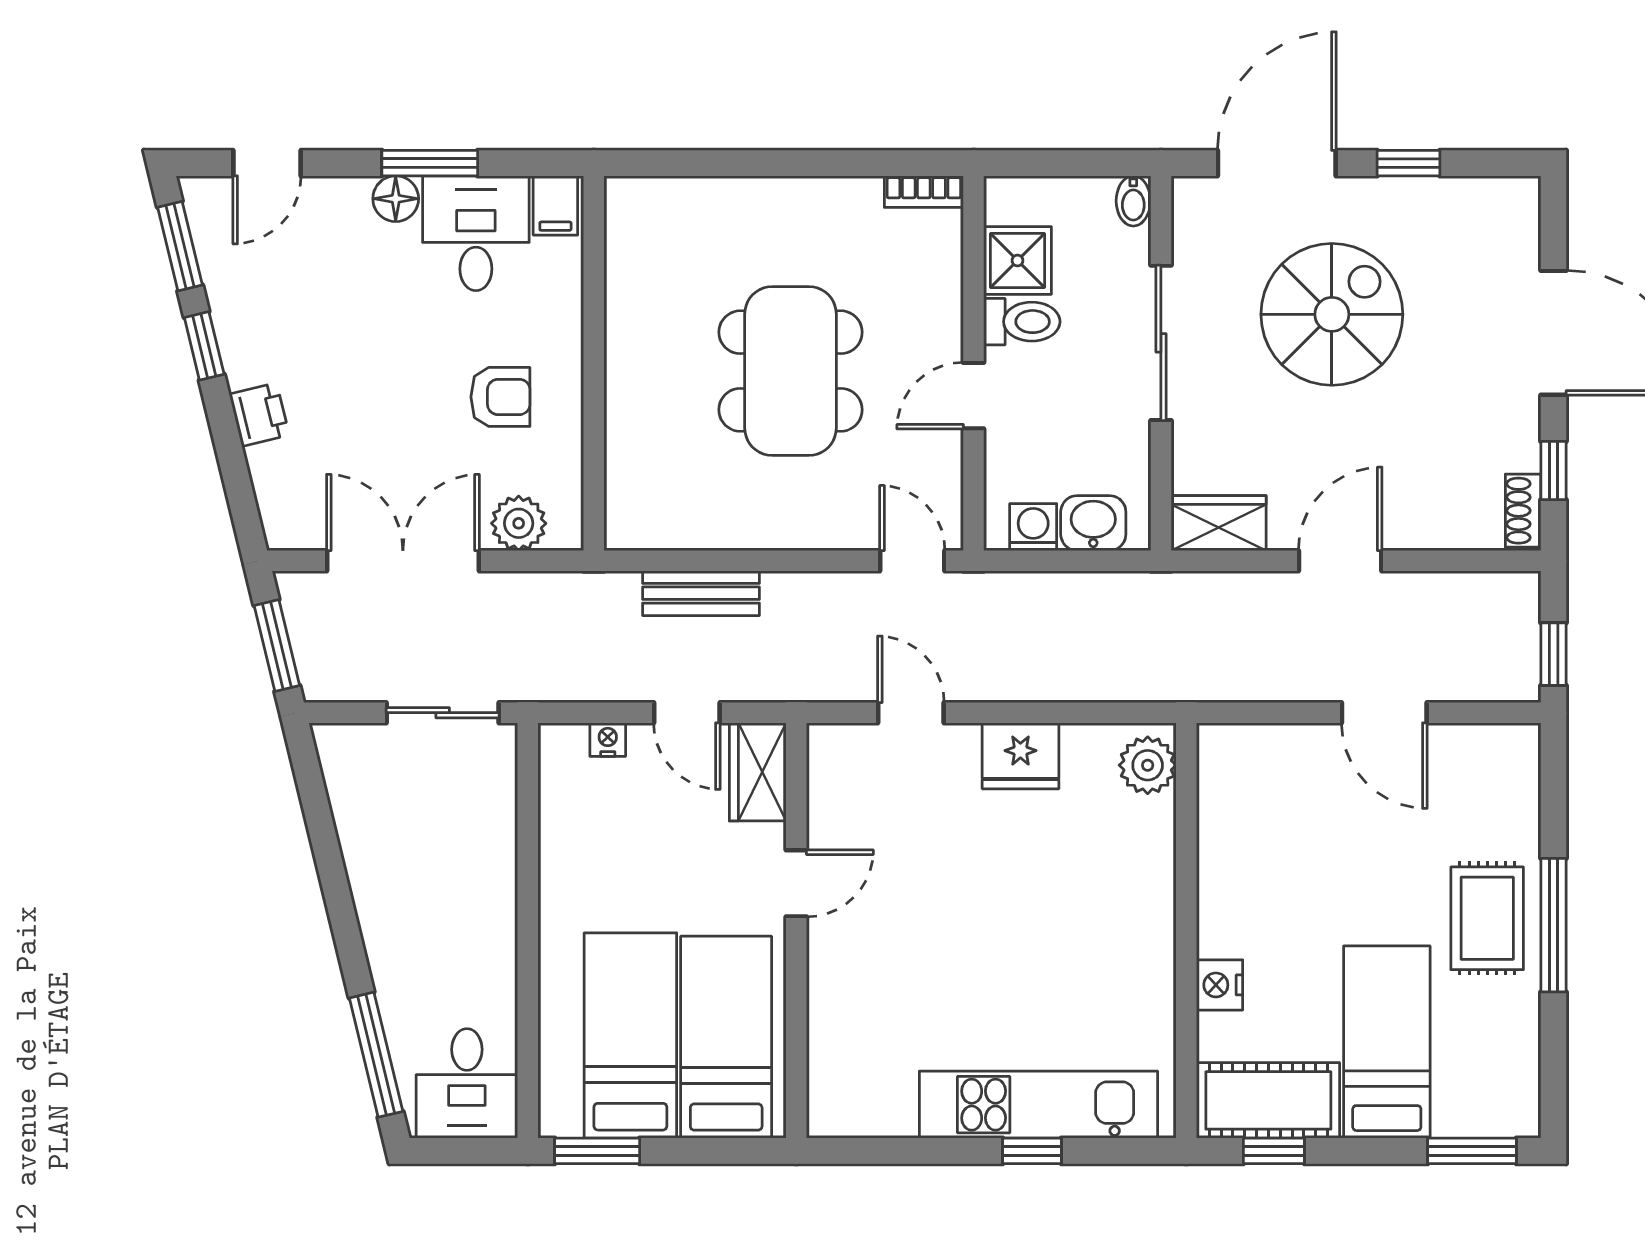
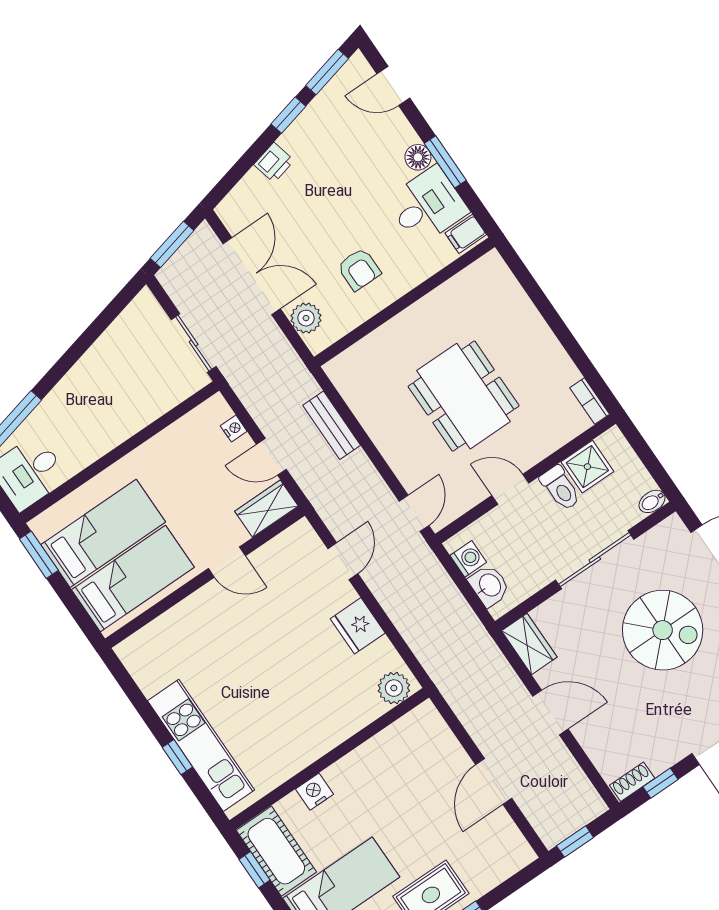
dining table: (791, 371) -> (464, 396), turned 90
door: (687, 713) -> (271, 457), hinge flipped

